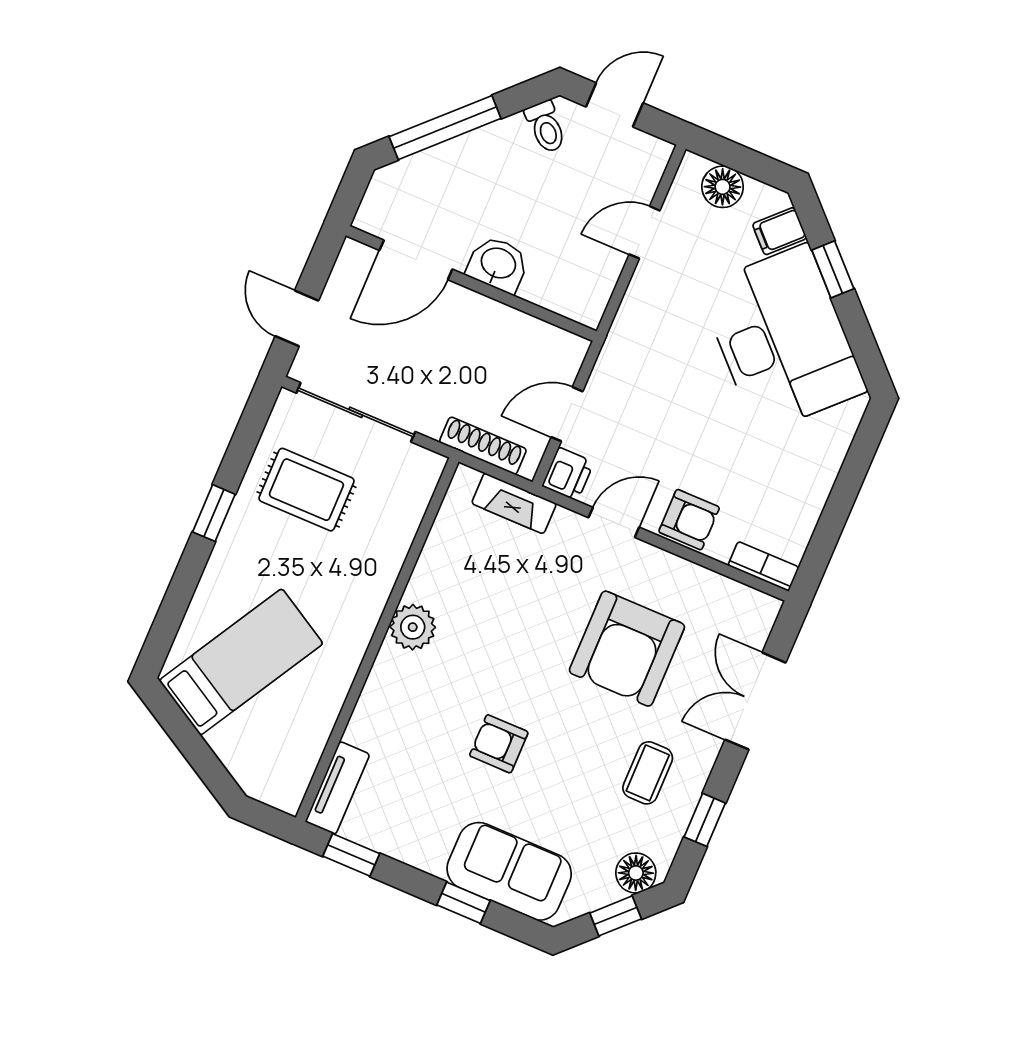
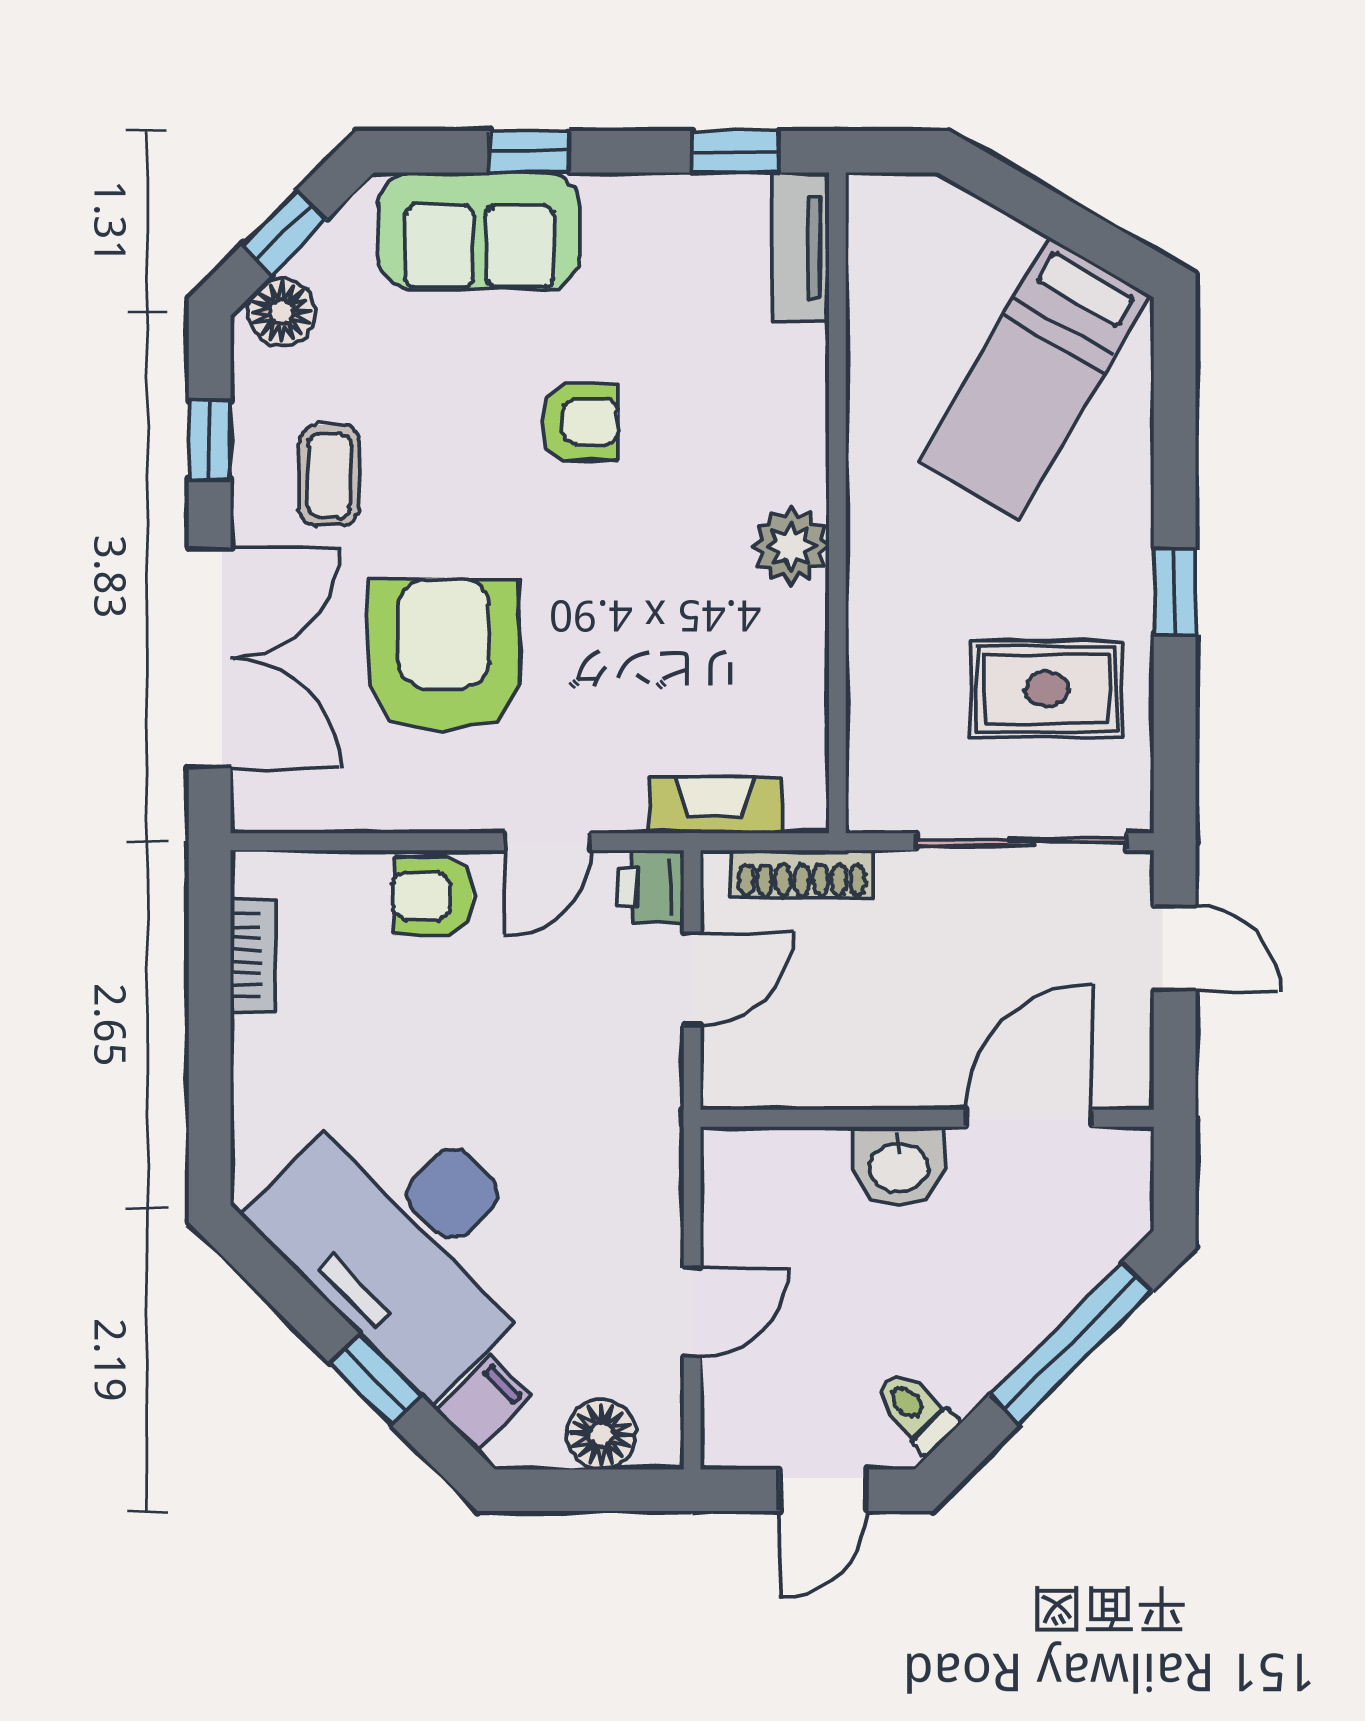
bookcase: (763, 566) -> (253, 955), moved, turned -90
double door: (755, 701) -> (210, 658), width x1.37

